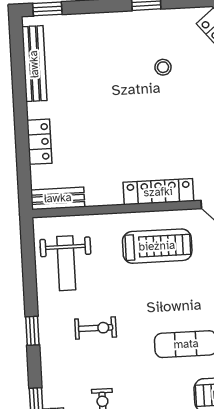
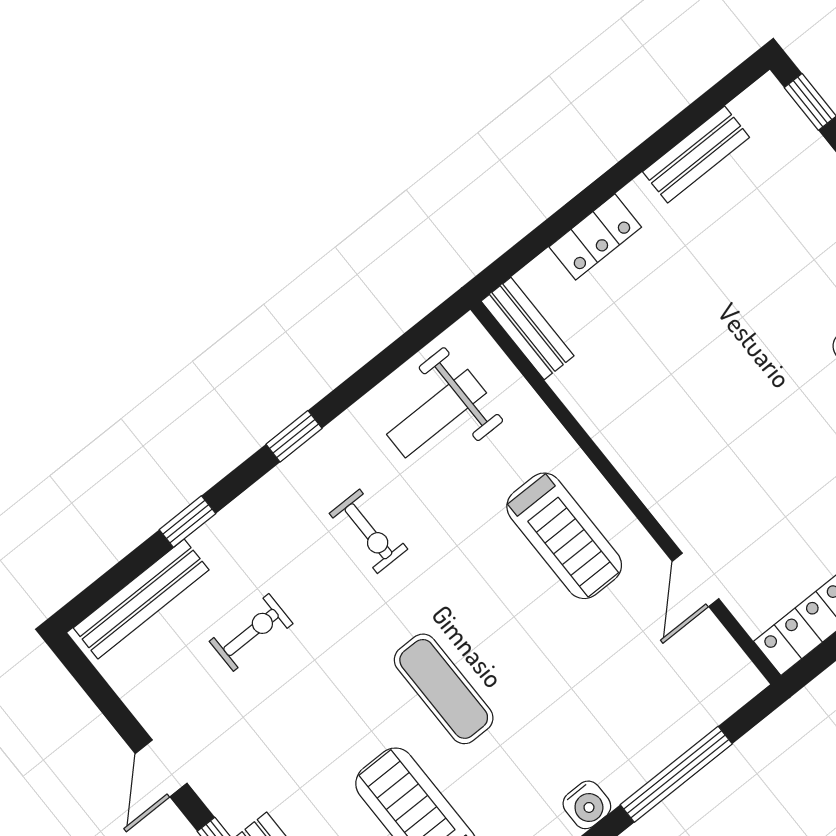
bench: (34, 64) -> (696, 154), width x0.73
locker: (158, 192) -> (650, 477), removed

